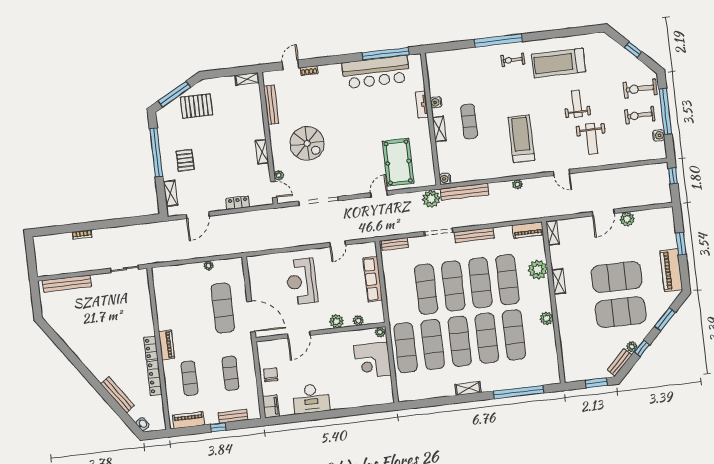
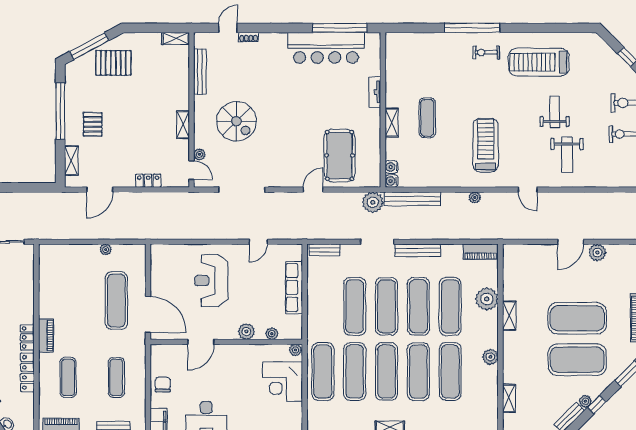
water cooler: (436, 102) -> (392, 167), moved
shelving: (553, 233) -> (509, 398), moved

